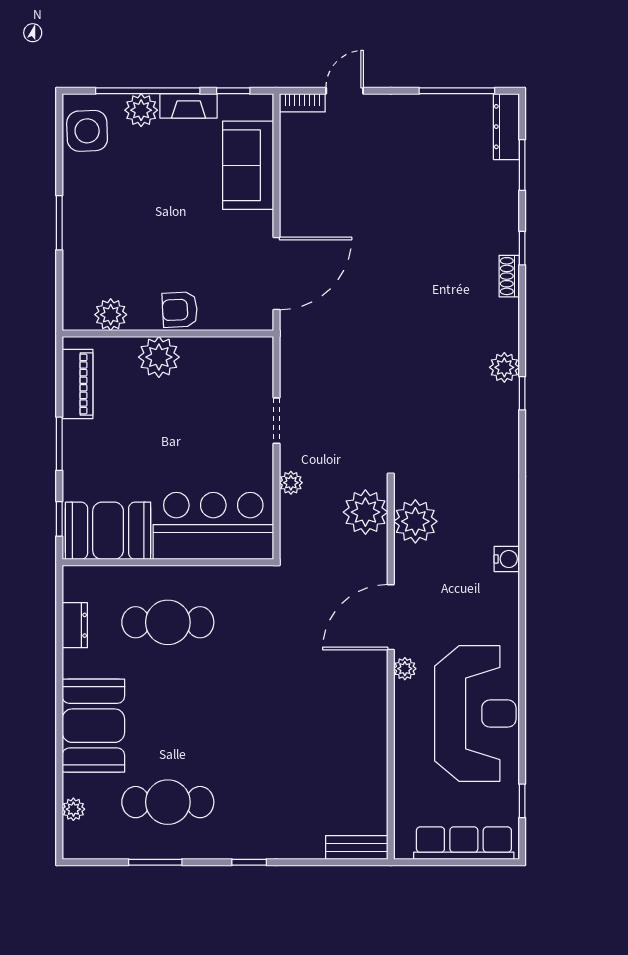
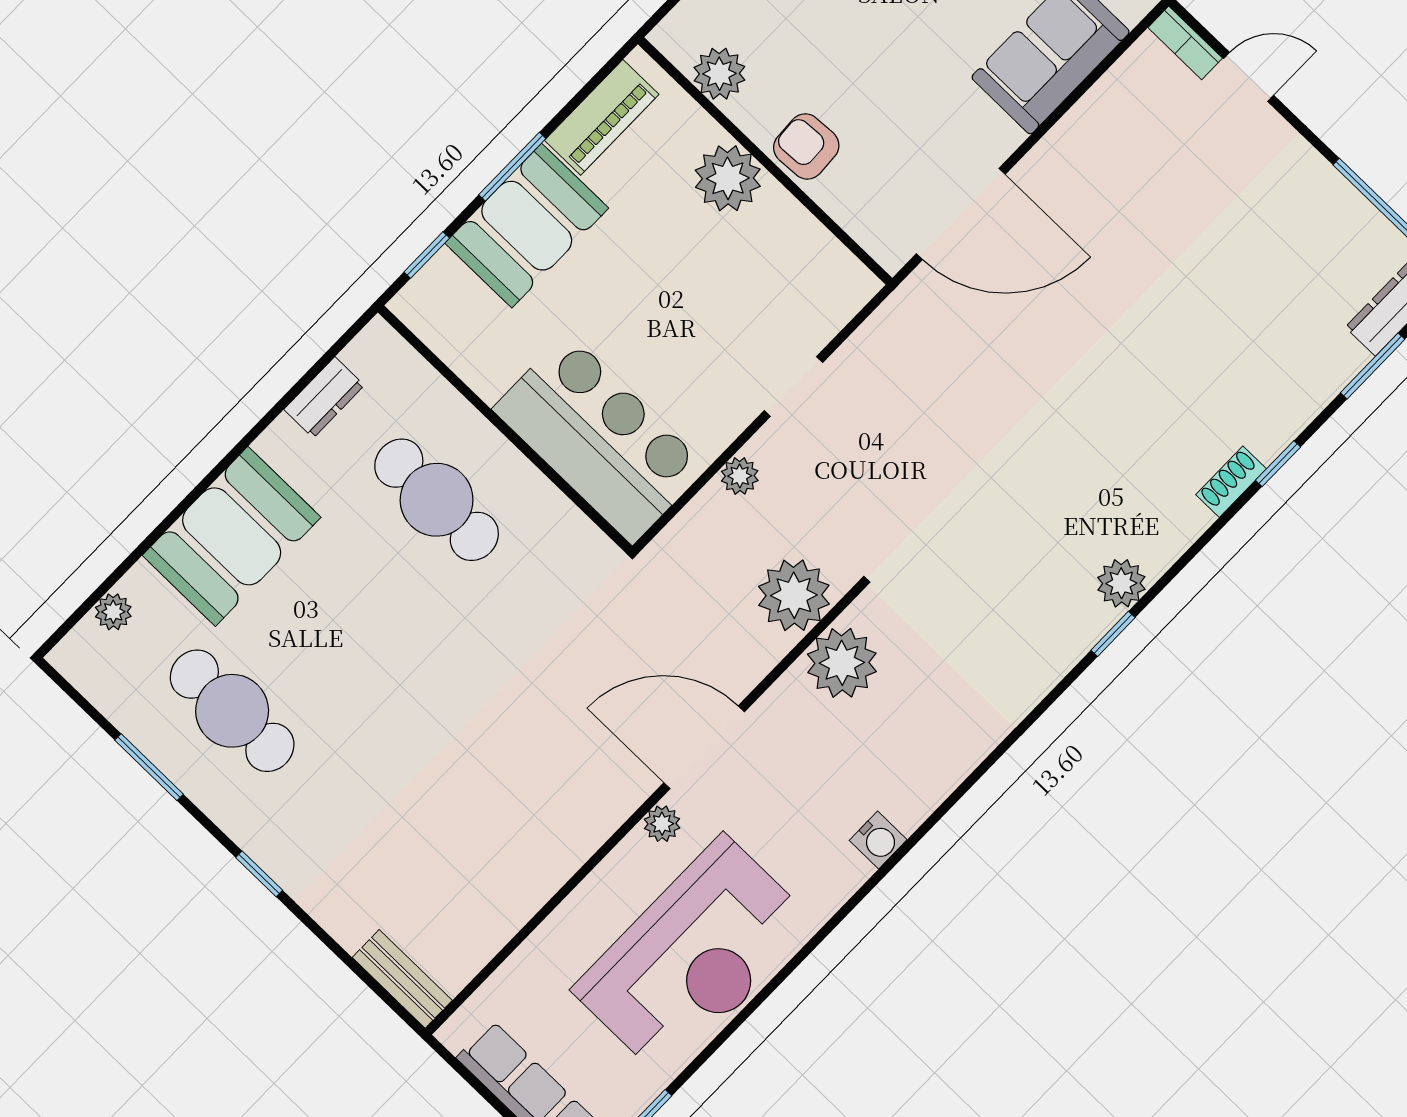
booth: (108, 531) -> (527, 226), moved, turned 90
water cooler: (507, 559) -> (878, 840), moved

